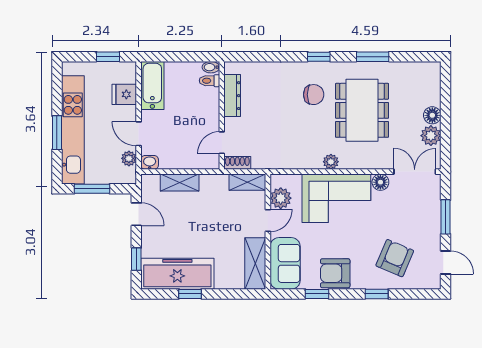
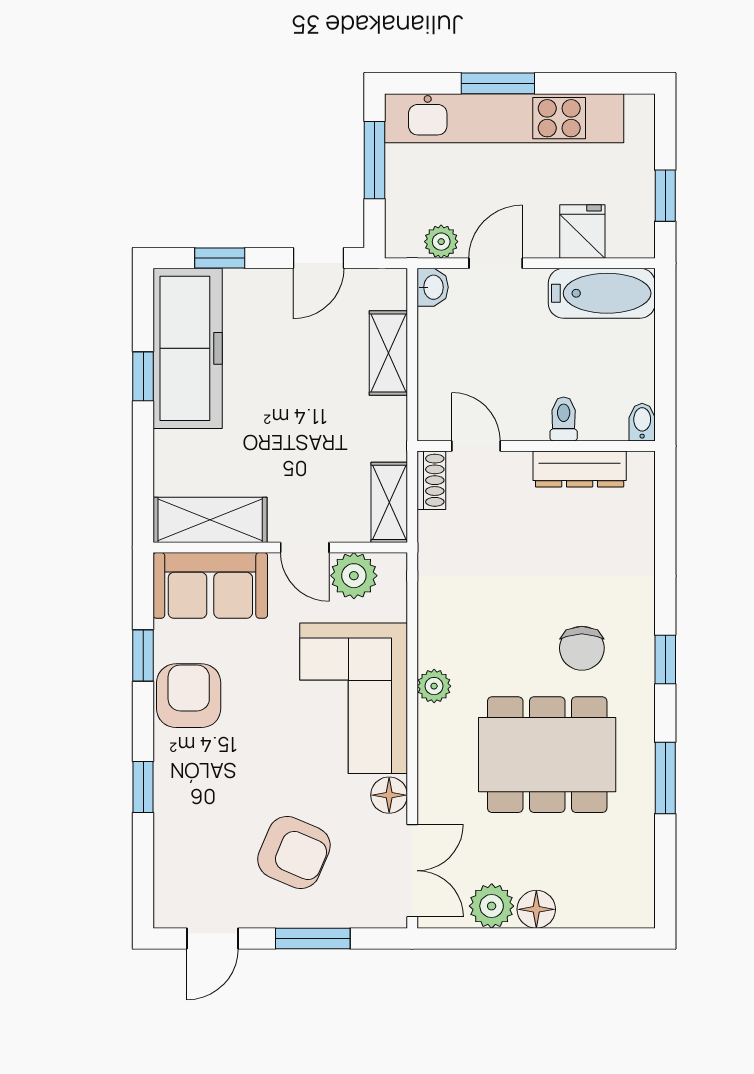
toilet: (209, 81) -> (564, 419), moved
armchair: (395, 258) -> (294, 852), moved

